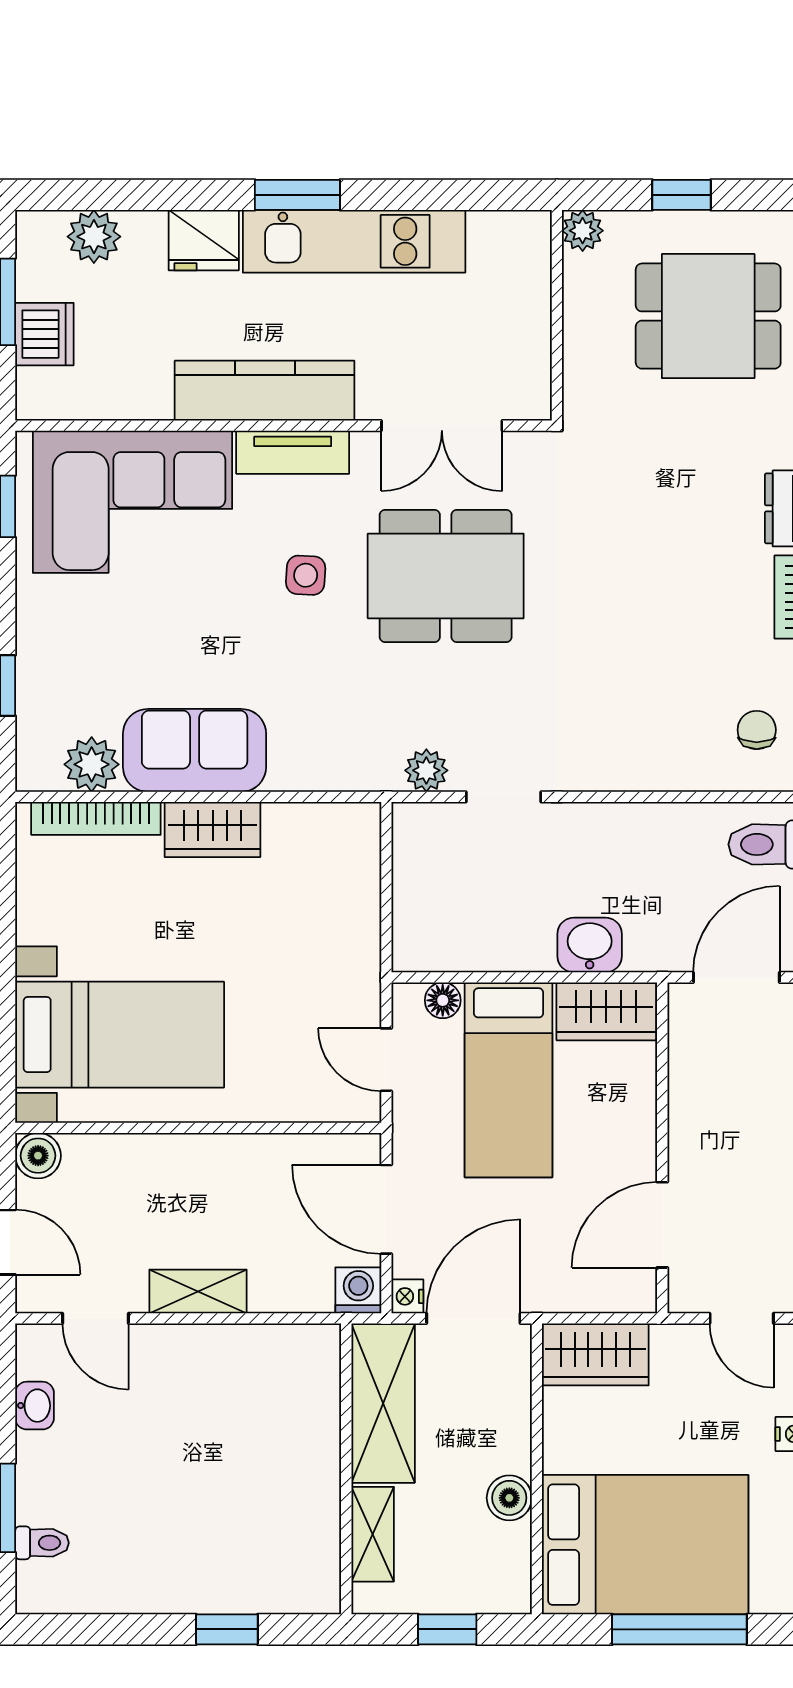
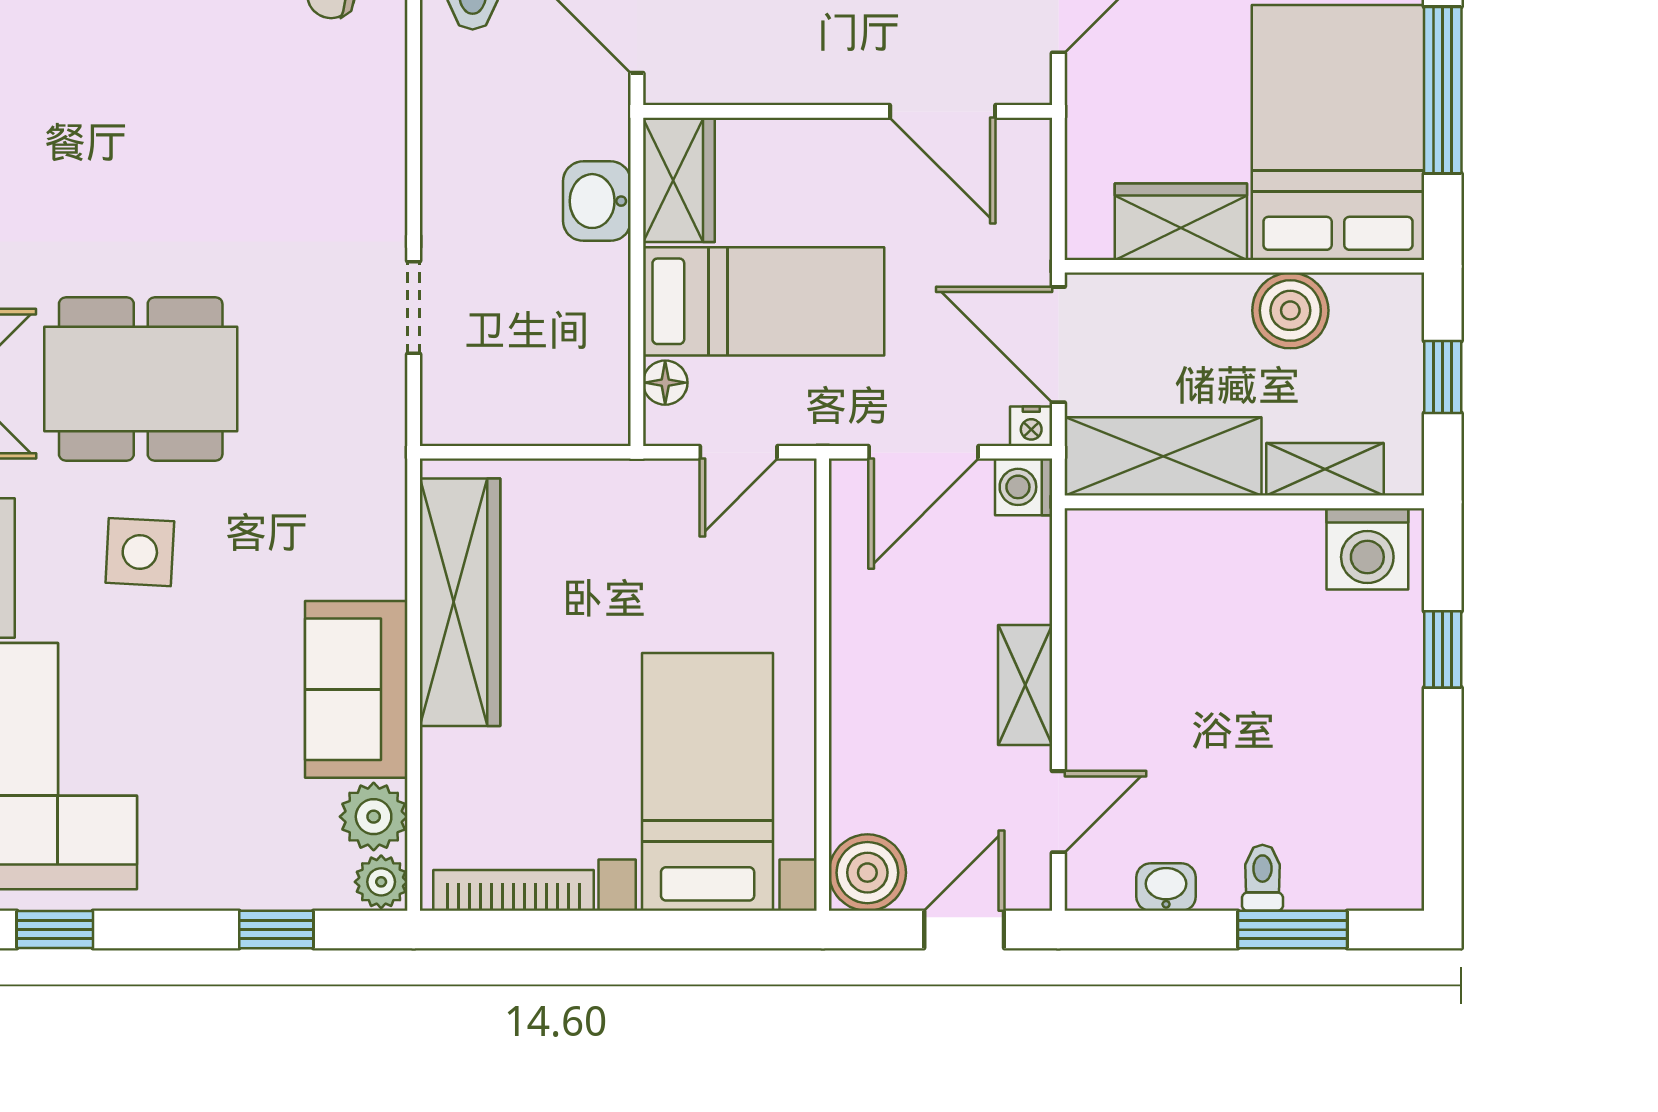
side table: (306, 575) -> (140, 552), width x1.37, depth x1.37
dining table: (446, 576) -> (141, 379), turned 90
plant: (426, 770) -> (381, 882), moved
bookcase: (96, 818) -> (513, 890), moved, turned -90
wardrobe: (213, 830) -> (460, 602), width x2.10, depth x1.17
boiler: (38, 1156) -> (867, 873), width x1.36, depth x1.36
wardrobe: (595, 1354) -> (1181, 222), moved, turned -90
boiler: (509, 1498) -> (1290, 310), width x1.36, depth x1.36
toilet: (42, 1543) -> (1262, 878), moved
washing machine: (308, 1568) -> (1367, 549), added

